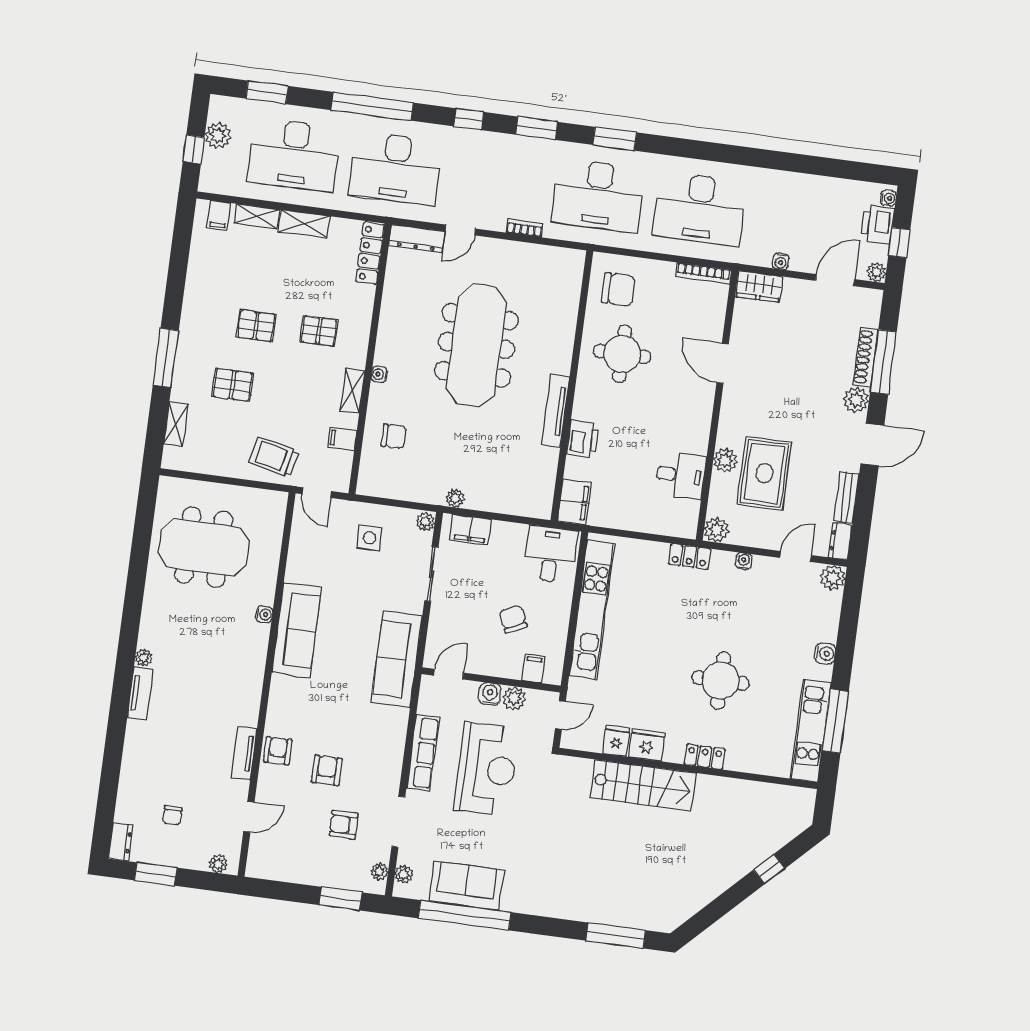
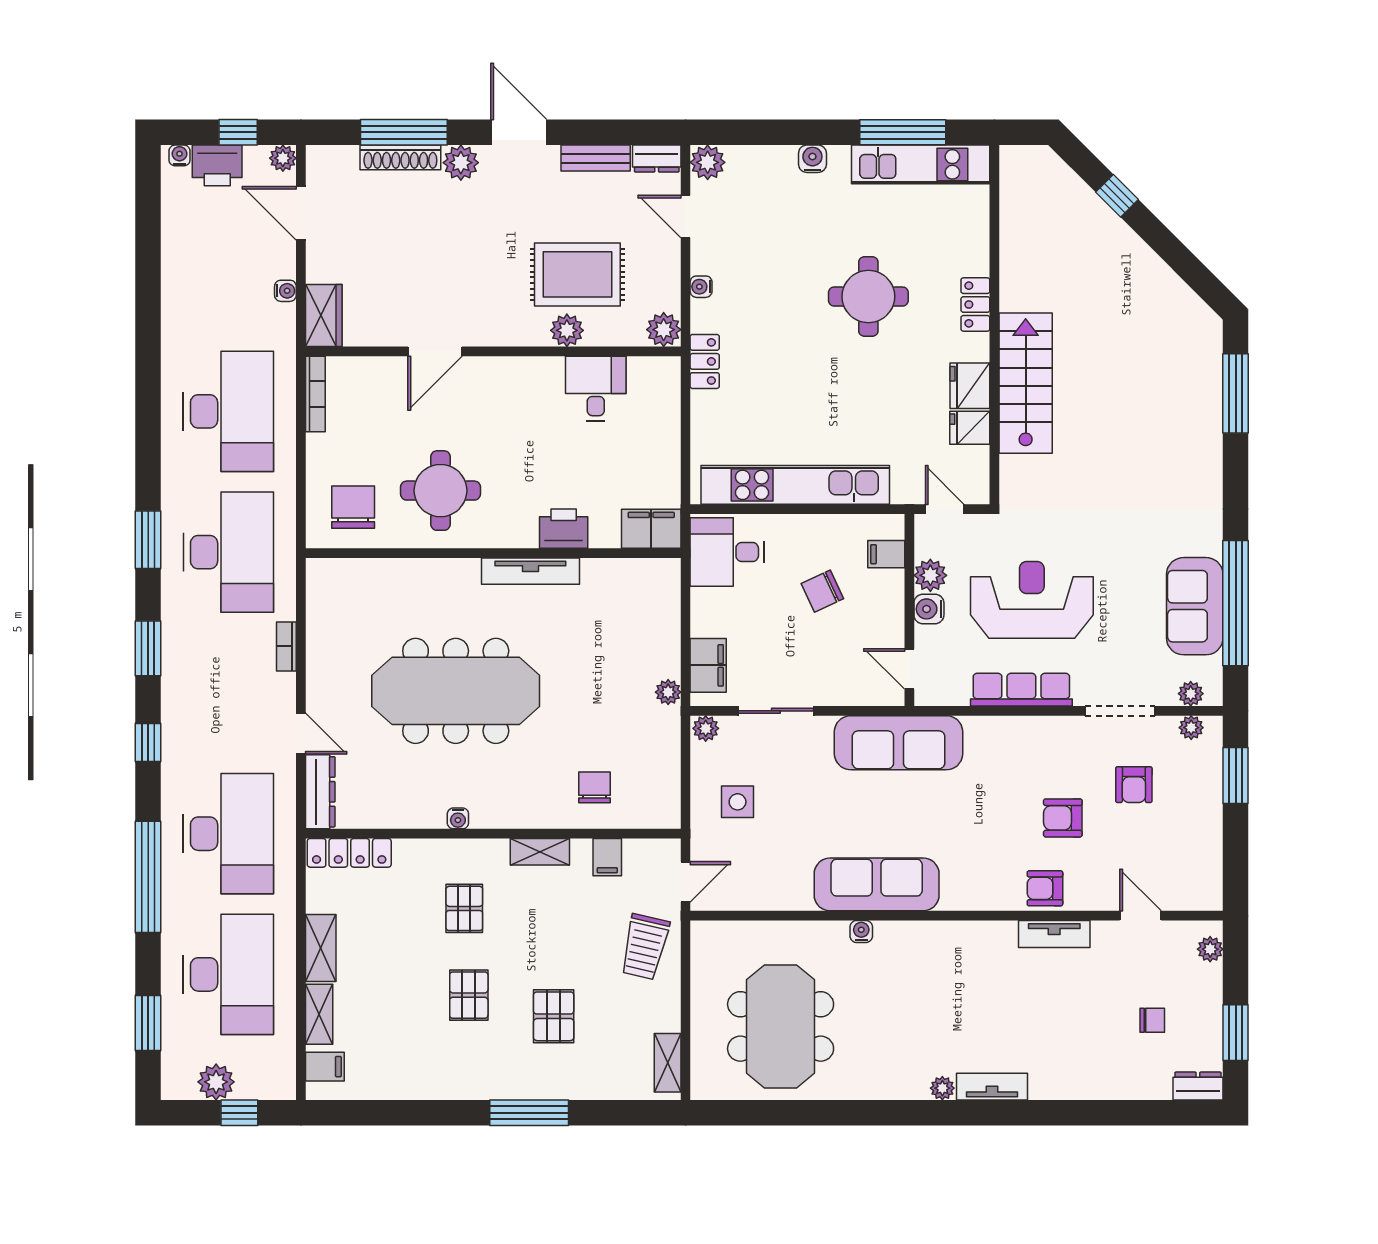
water cooler: (379, 374) -> (458, 818), moved
shelving: (176, 424) -> (668, 1063), moved, turned 90

